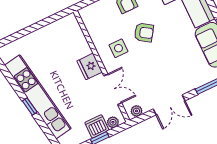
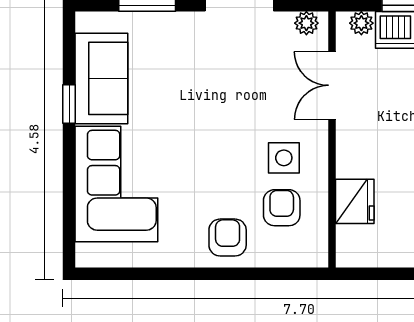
armchair: (144, 33) -> (282, 208), moved, turned 56
fridge: (90, 66) -> (355, 201), moved

